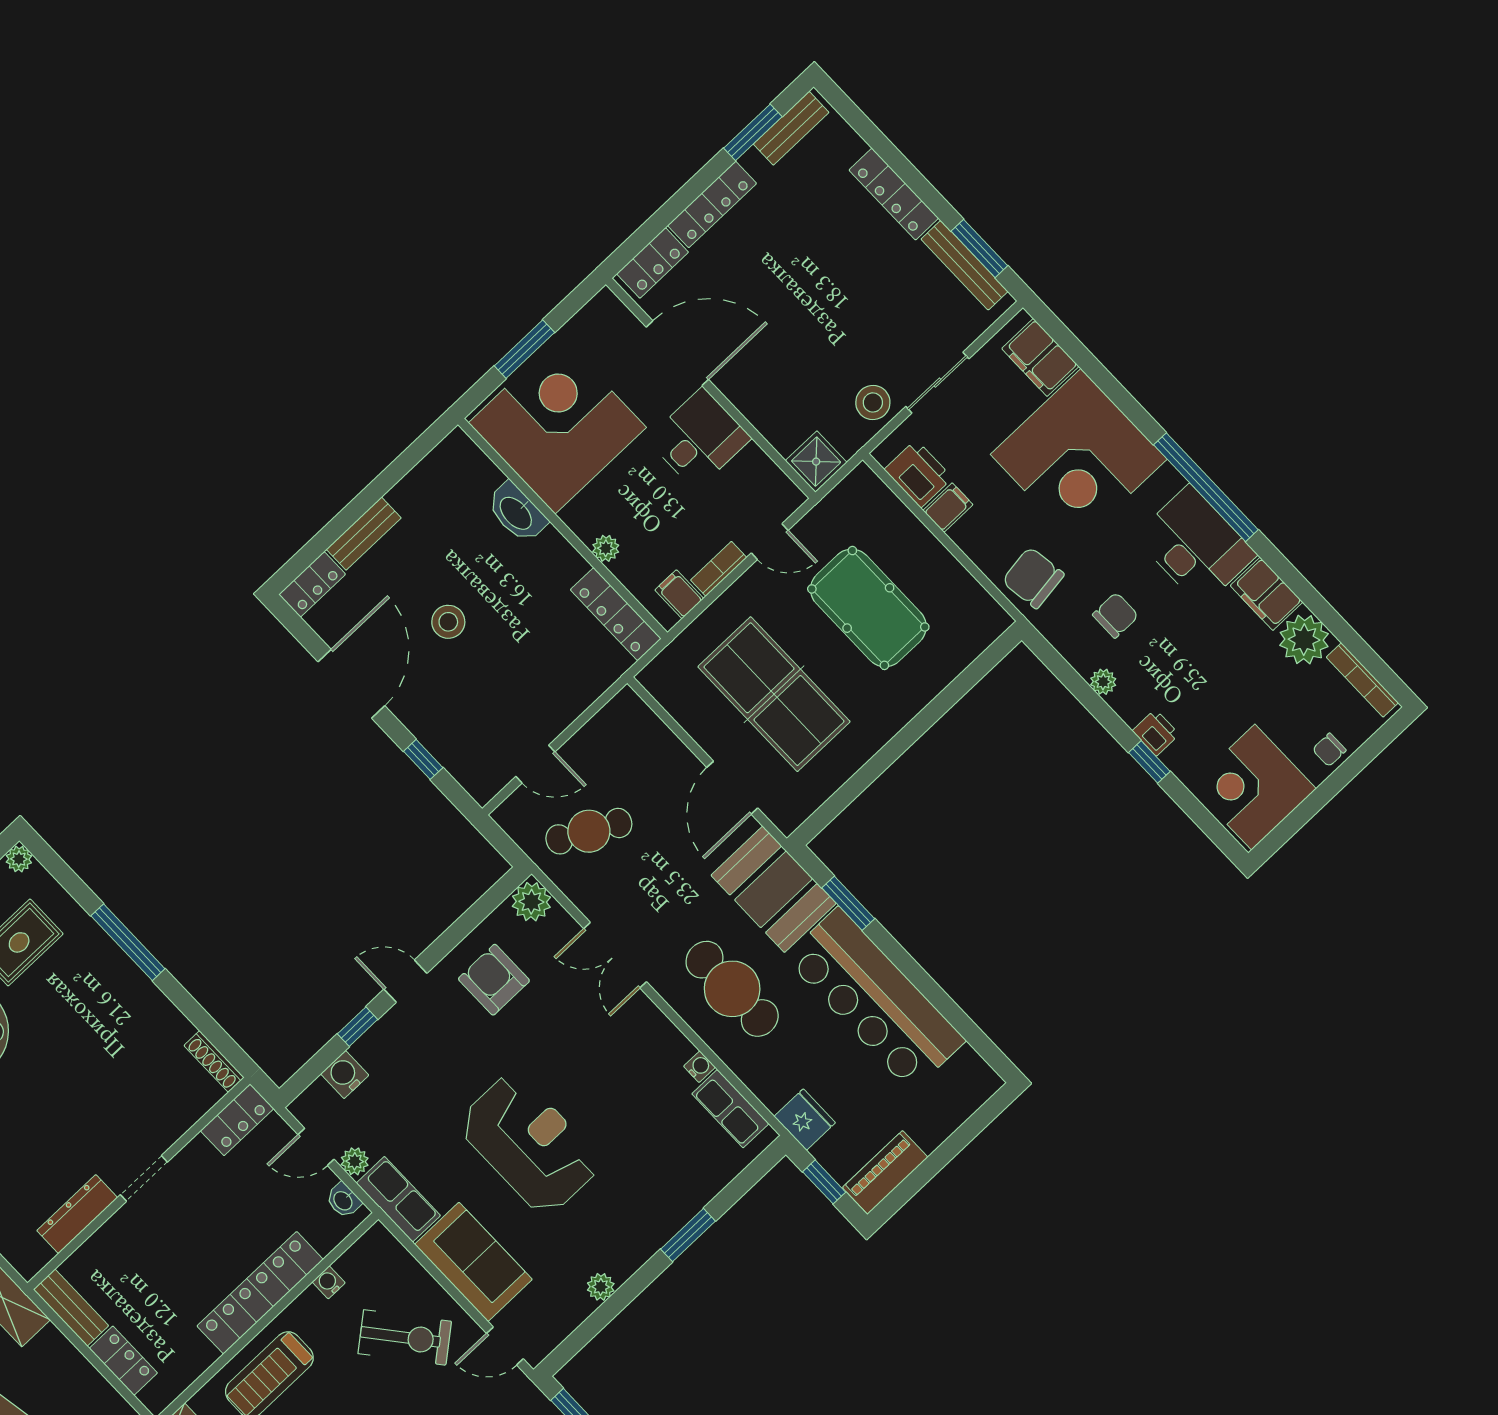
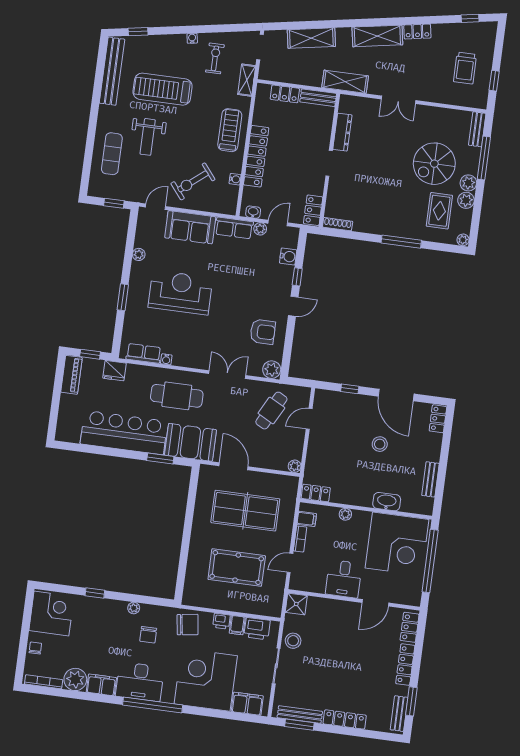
window: (524, 349) -> (430, 561), width x2.11
door: (677, 353) -> (375, 603), width x0.73
bench: (364, 534) -> (430, 479), moved
locker: (616, 614) -> (316, 493), width x0.66
plant: (627, 702) -> (295, 466), added
printer: (1156, 733) -> (221, 621), moved
reception desk: (529, 1144) -> (180, 292), moved, turned 180

